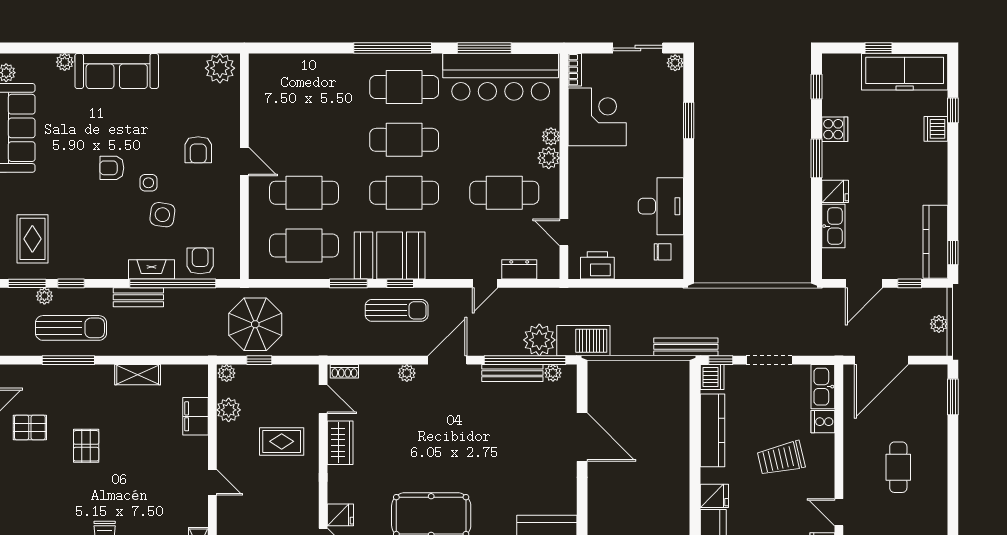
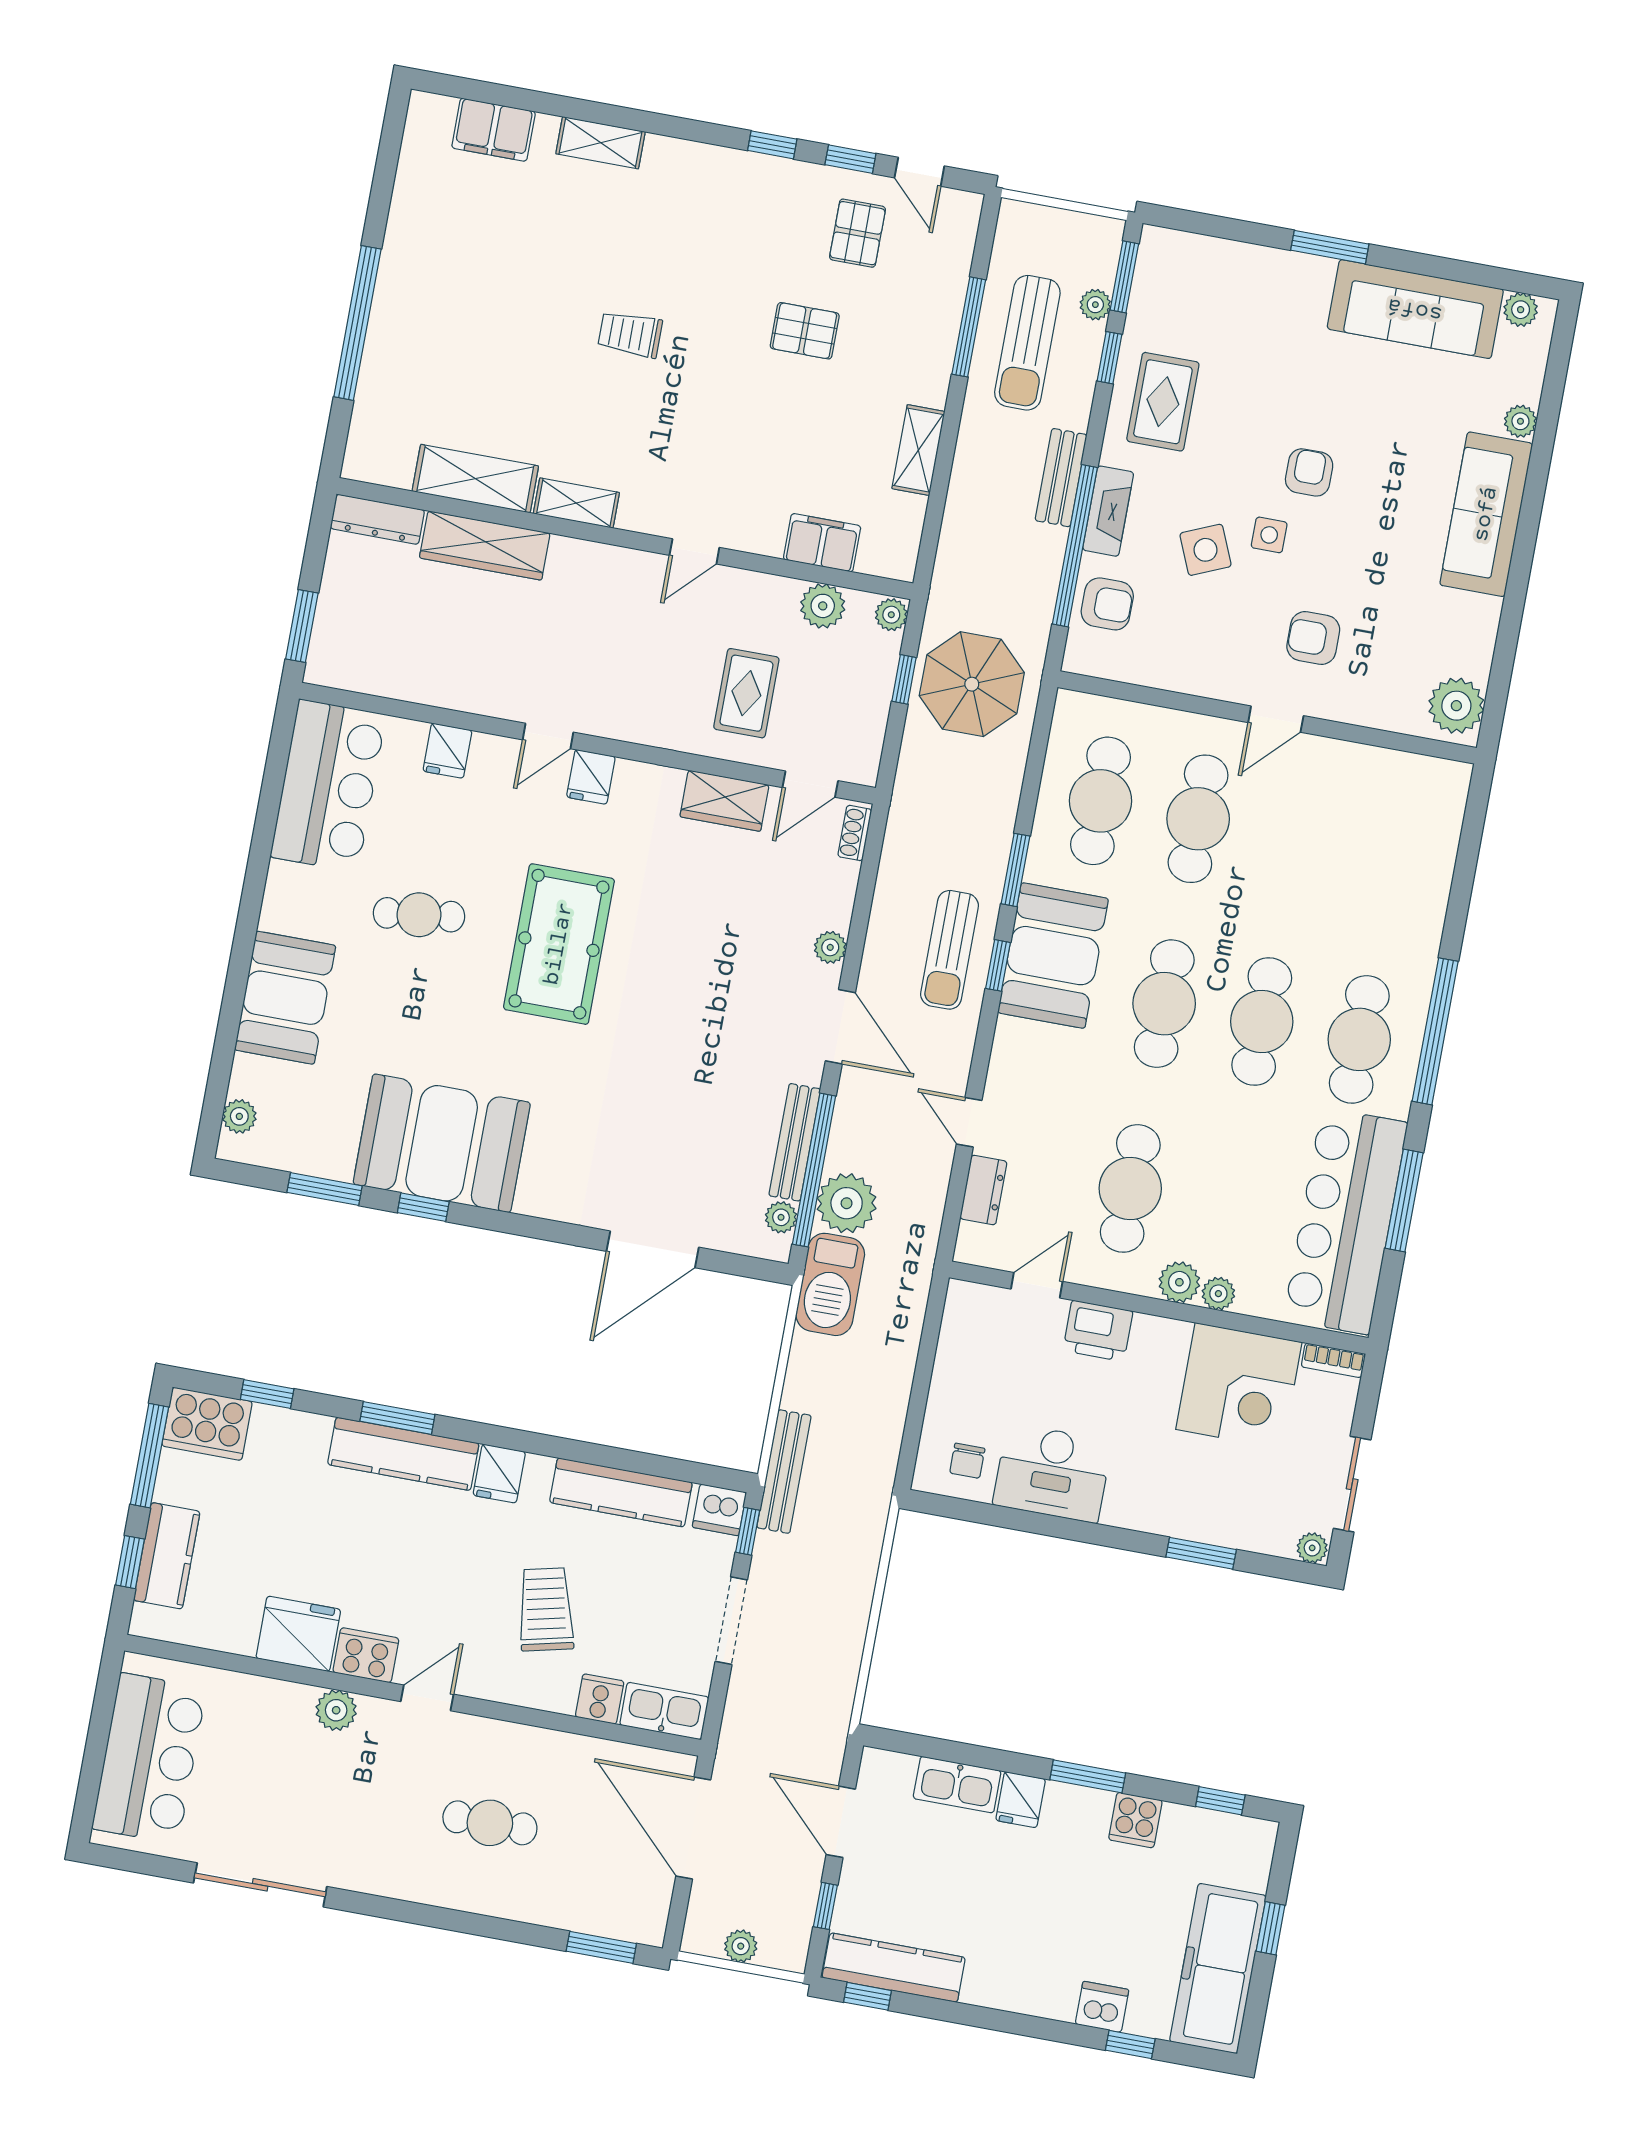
side table: (162, 215) -> (1206, 550), turned -31
rug: (32, 239) -> (1163, 402), moved, turned 90
printer: (597, 265) -> (1098, 1331), moved, turned 90

